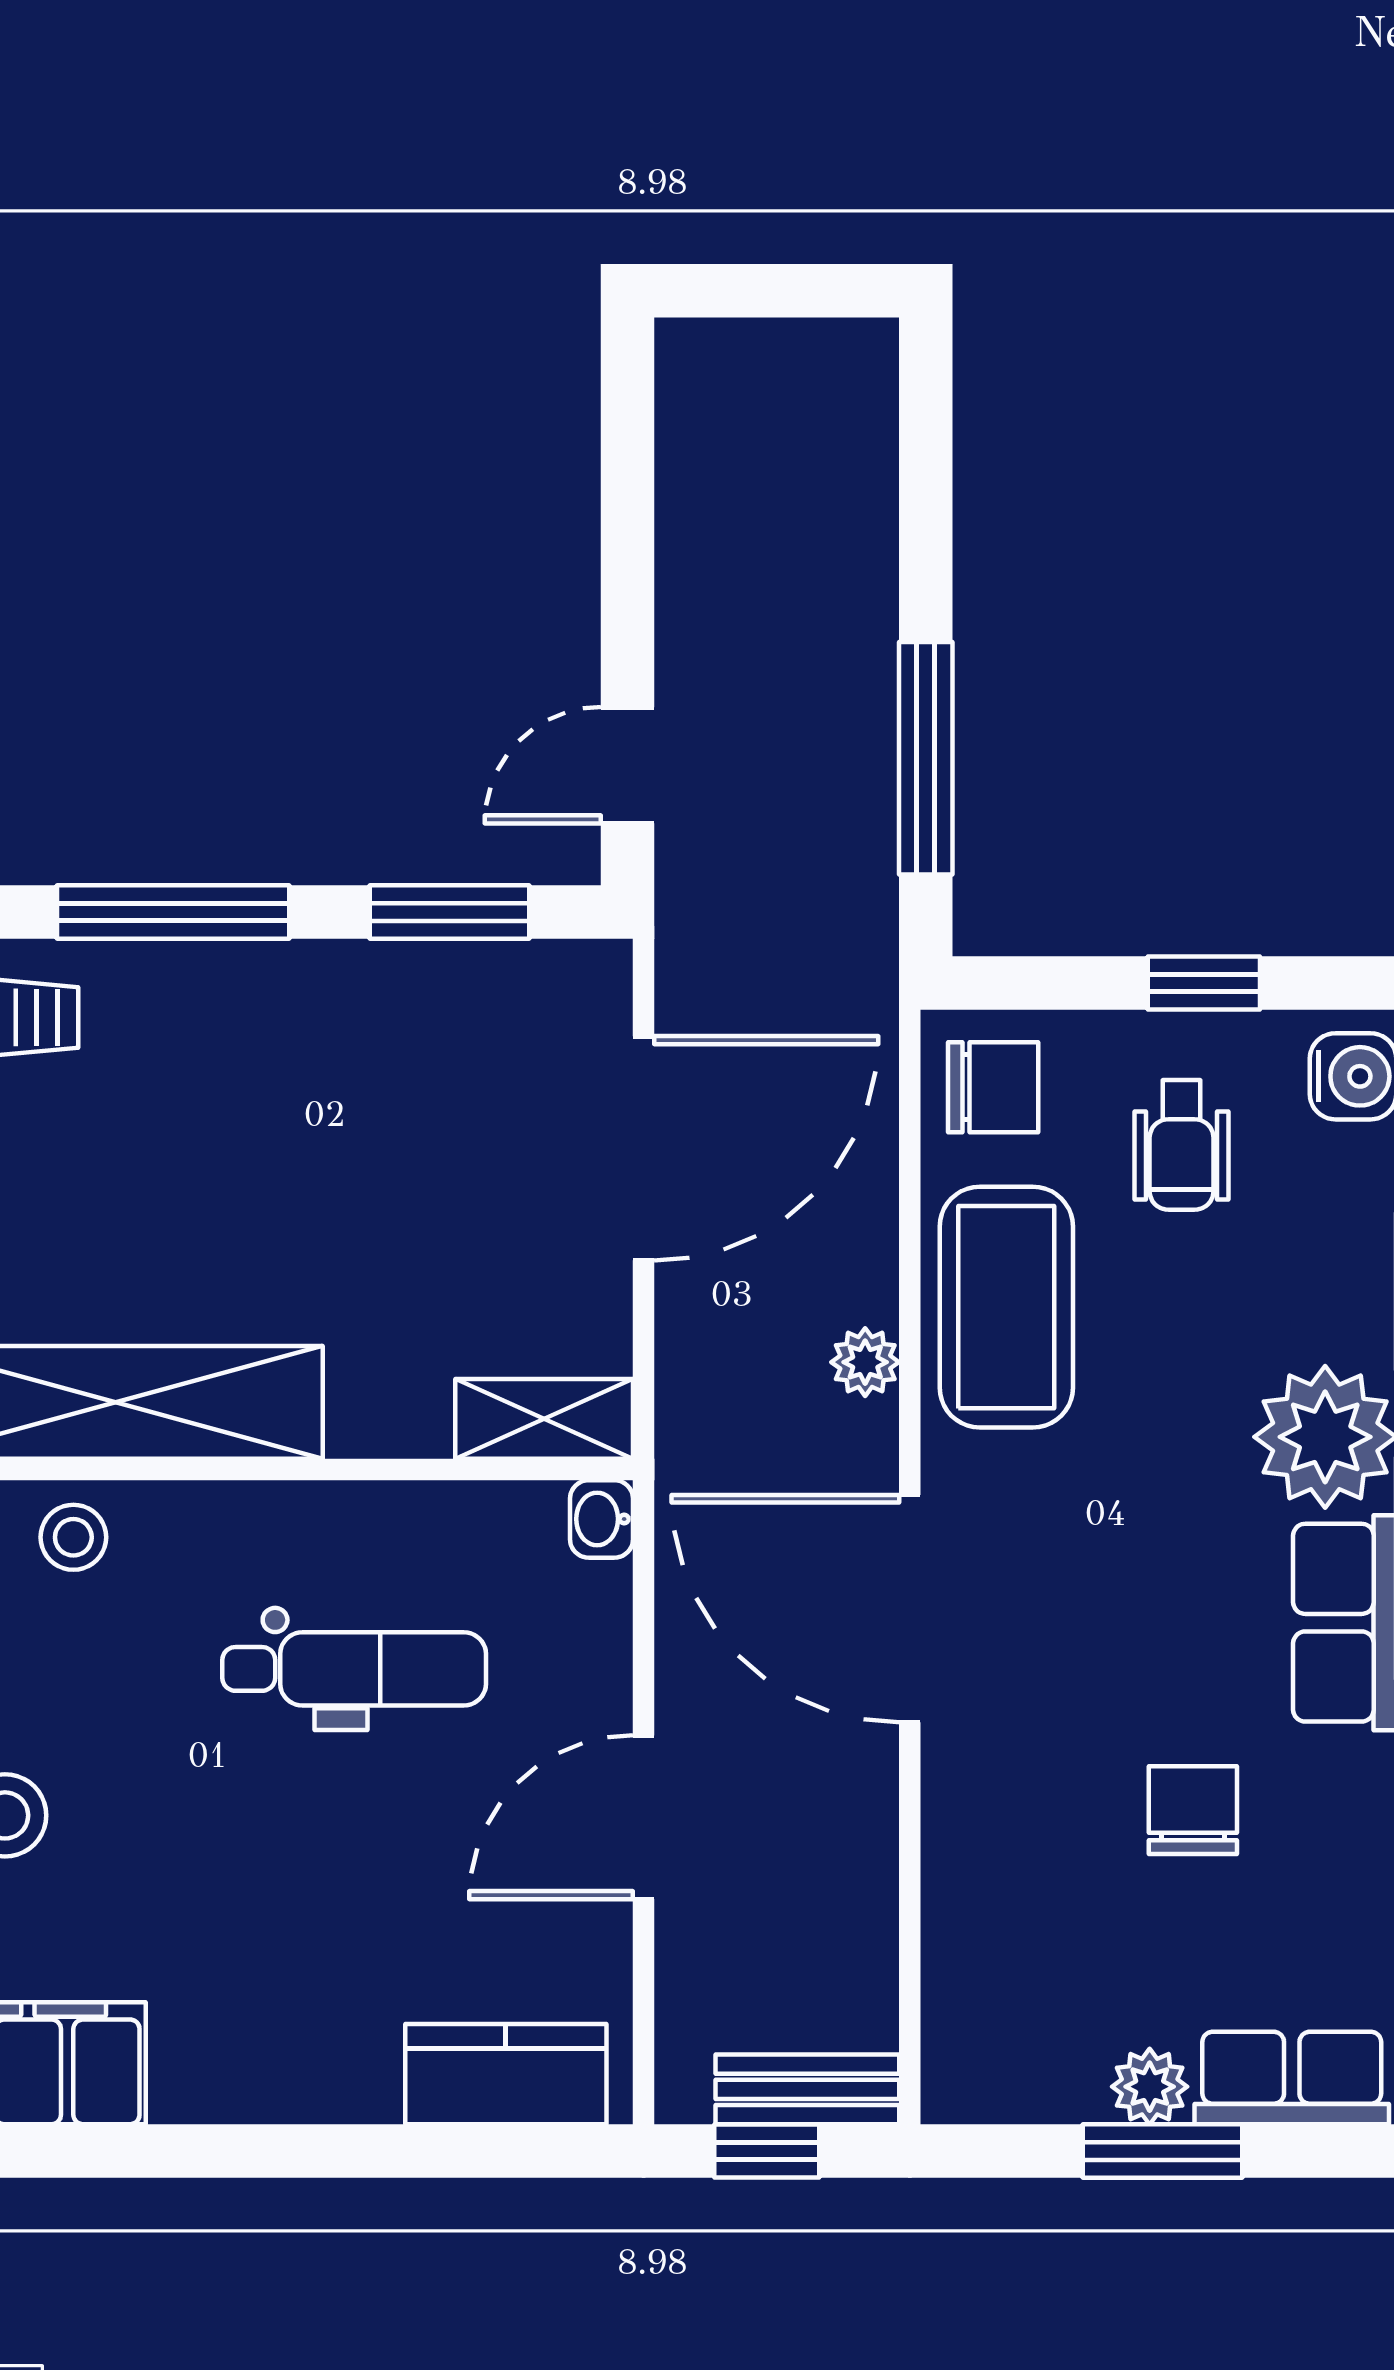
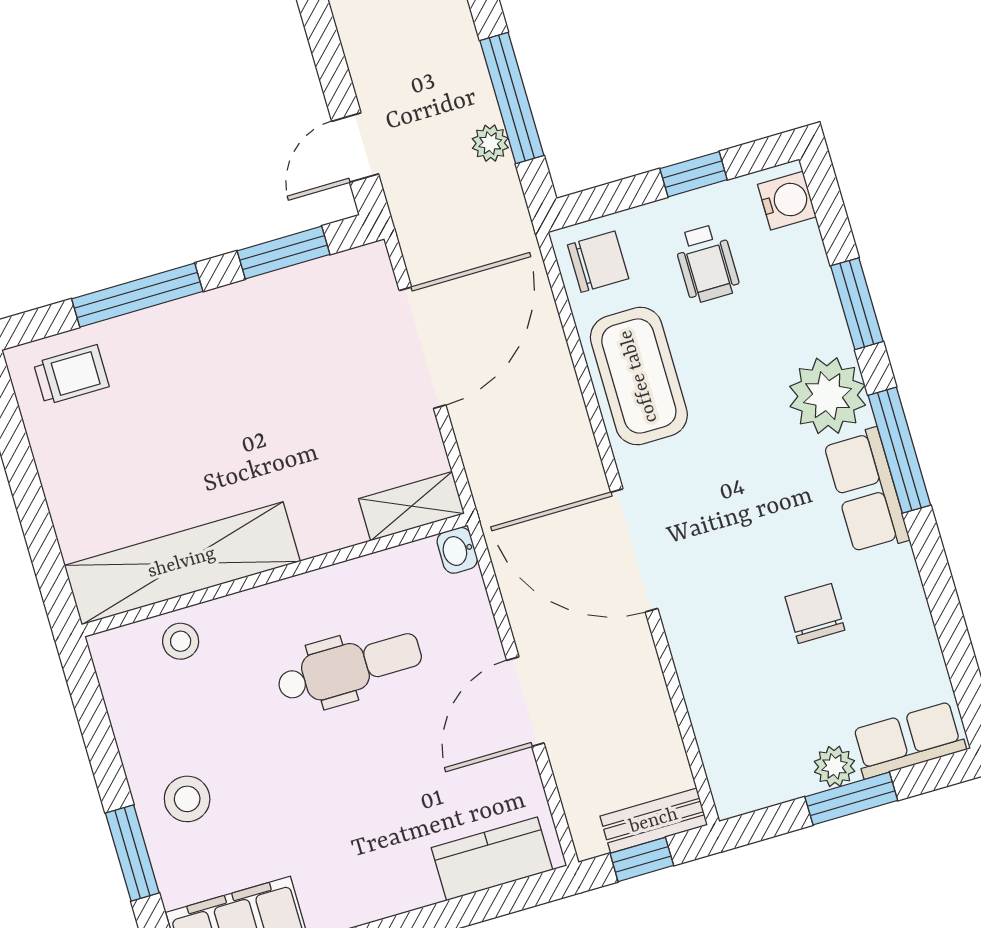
plant: (865, 1362) -> (490, 143), moved

